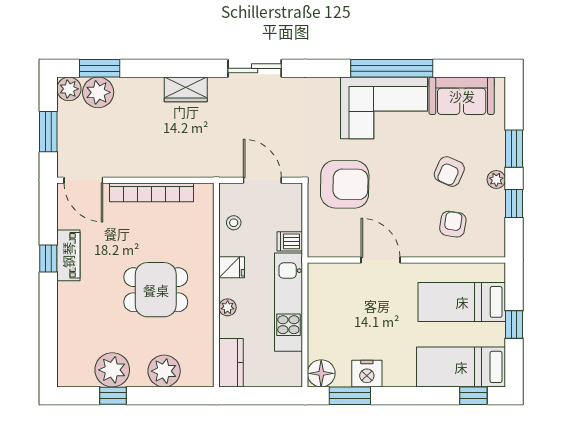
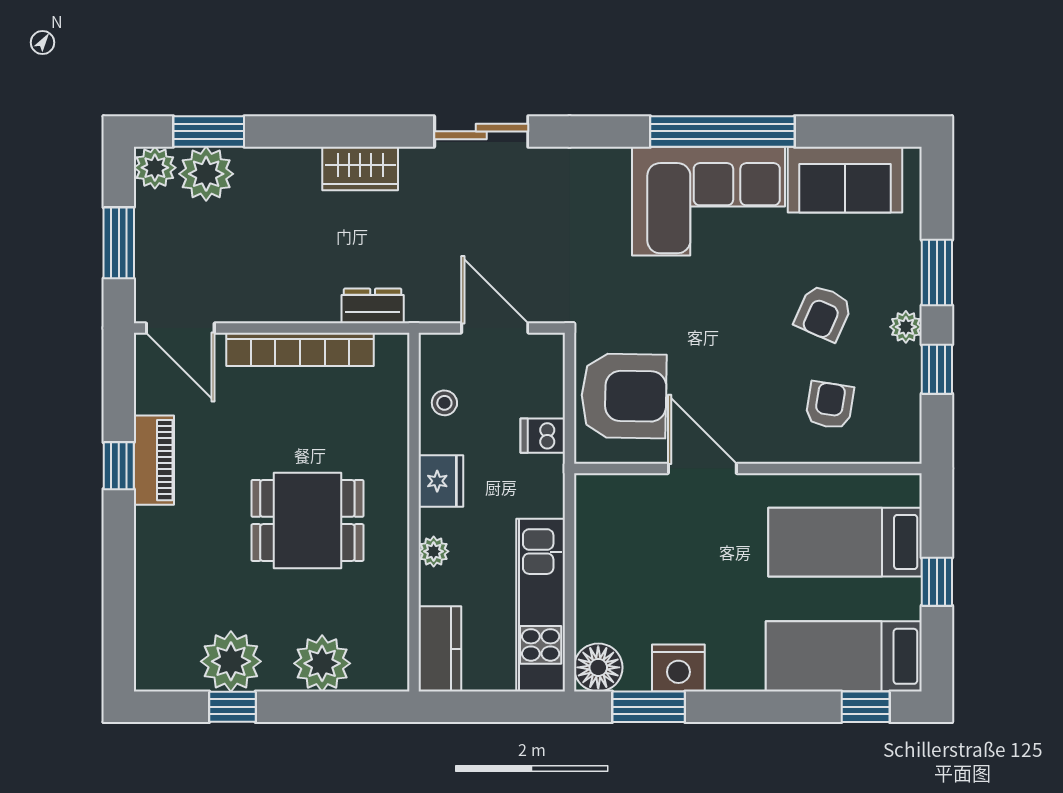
dresser: (193, 168) -> (373, 306), added
armchair: (345, 184) -> (624, 396), moved
fridge: (232, 267) -> (441, 481), width x1.38
kitchen unit: (288, 302) -> (541, 605), moved

